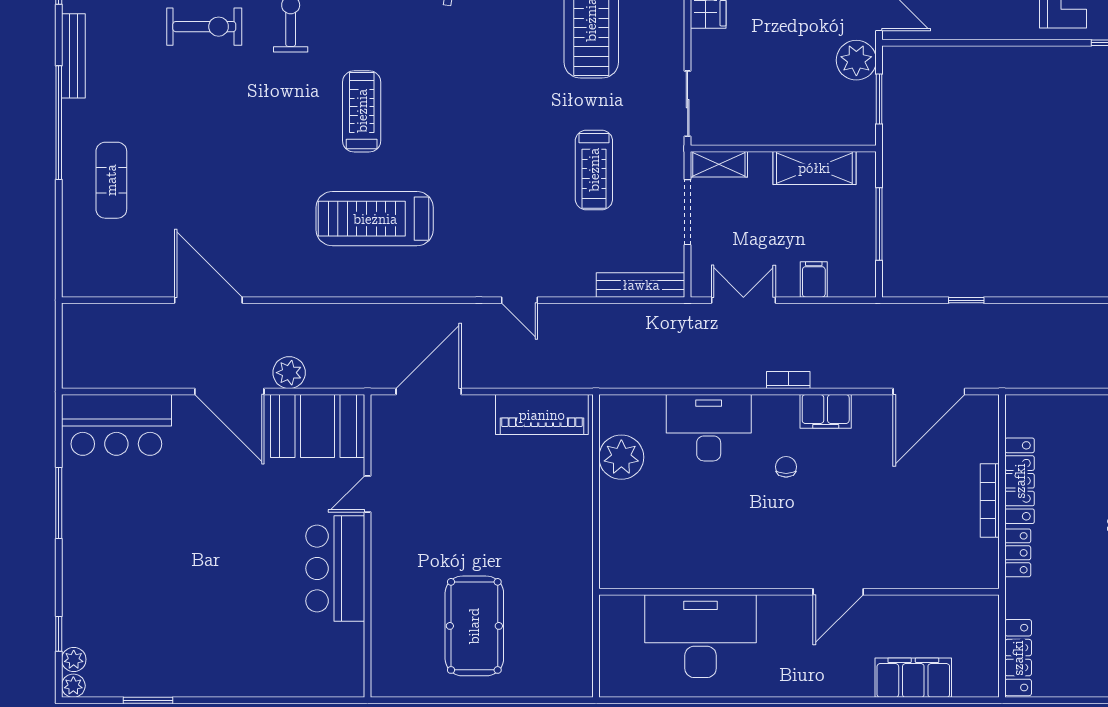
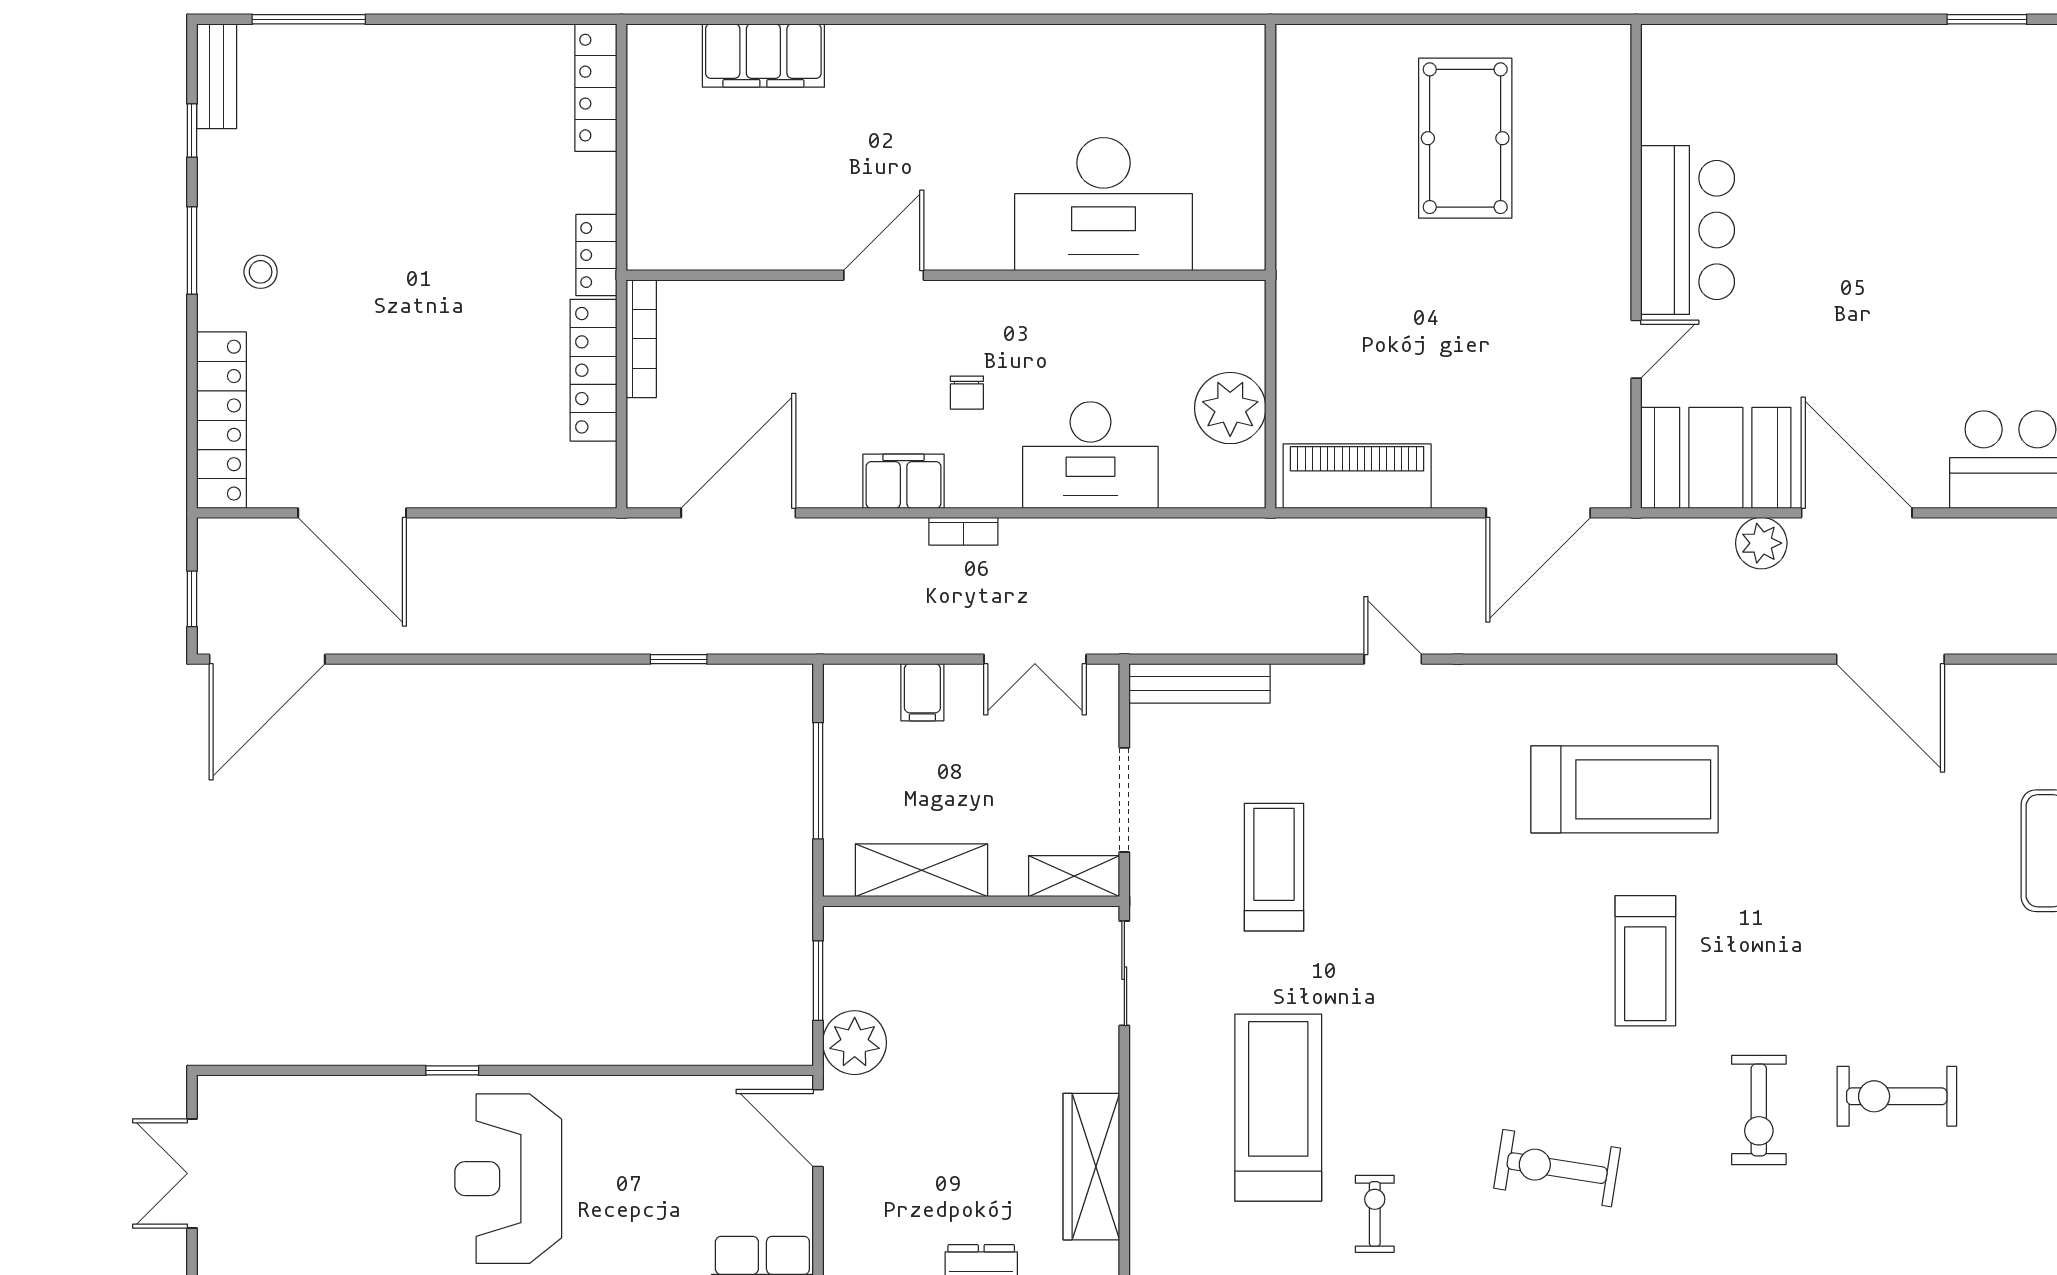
wall: (799, 592) -> (946, 275), moved
door: (838, 592) -> (884, 275), moved
desk: (701, 636) -> (1104, 204), moved

